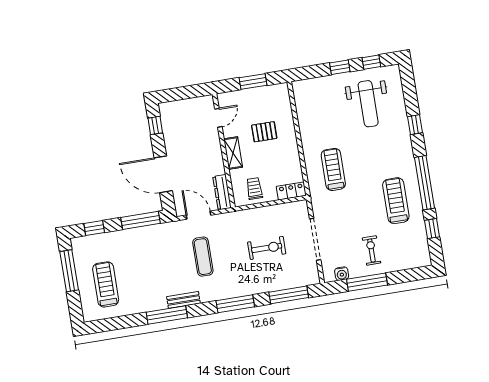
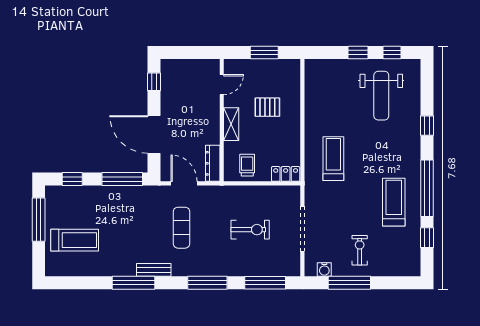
treadmill: (106, 284) -> (75, 240), turned 90

